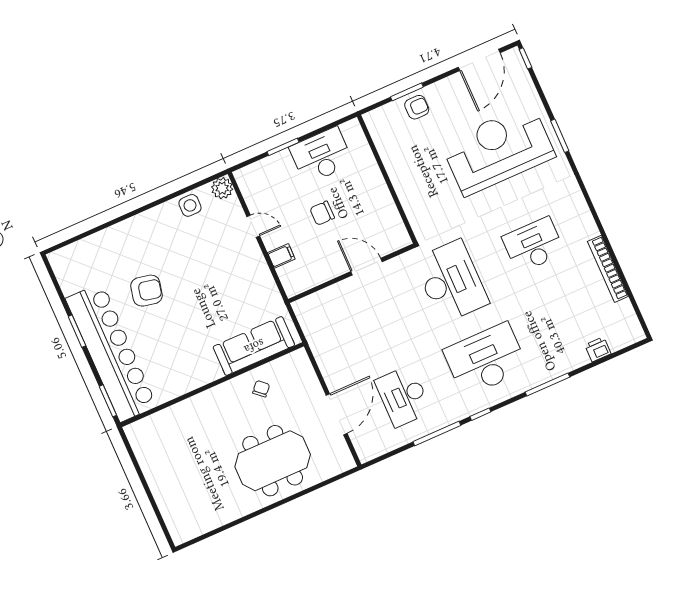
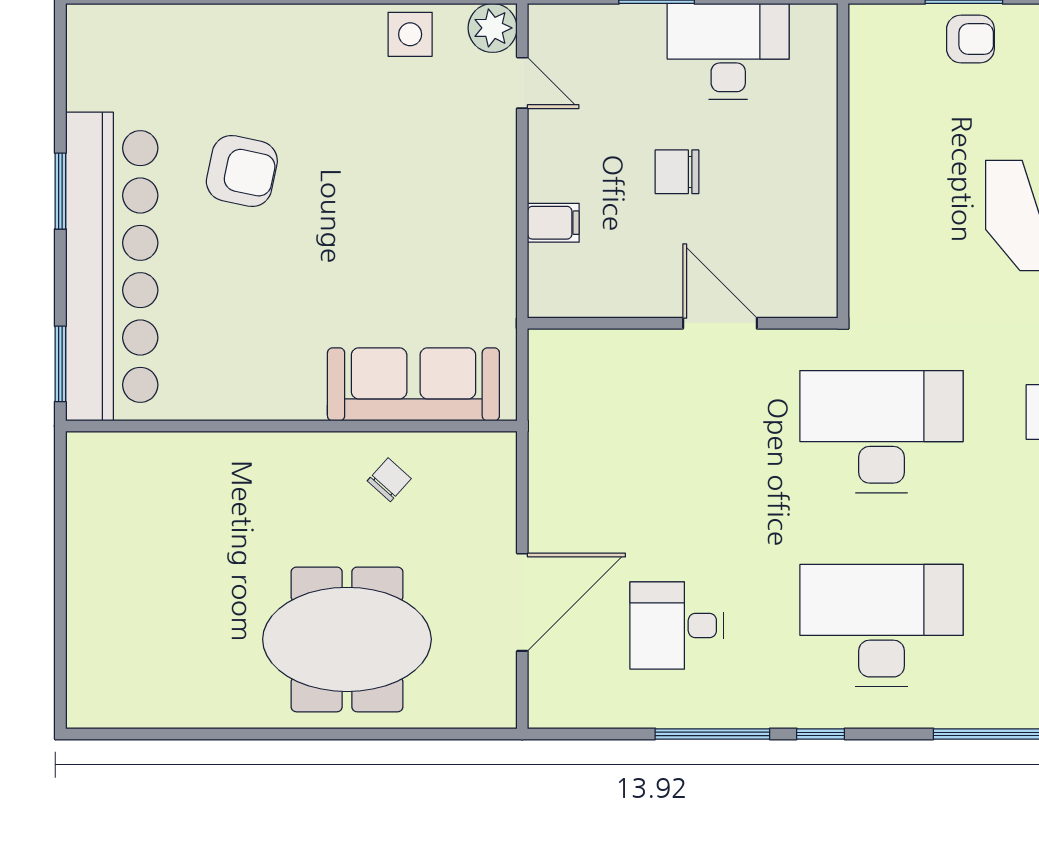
door: (253, 226) -> (522, 83), moved
desk: (451, 281) -> (881, 432), turned -90
desk: (403, 396) -> (677, 626), width x0.73

